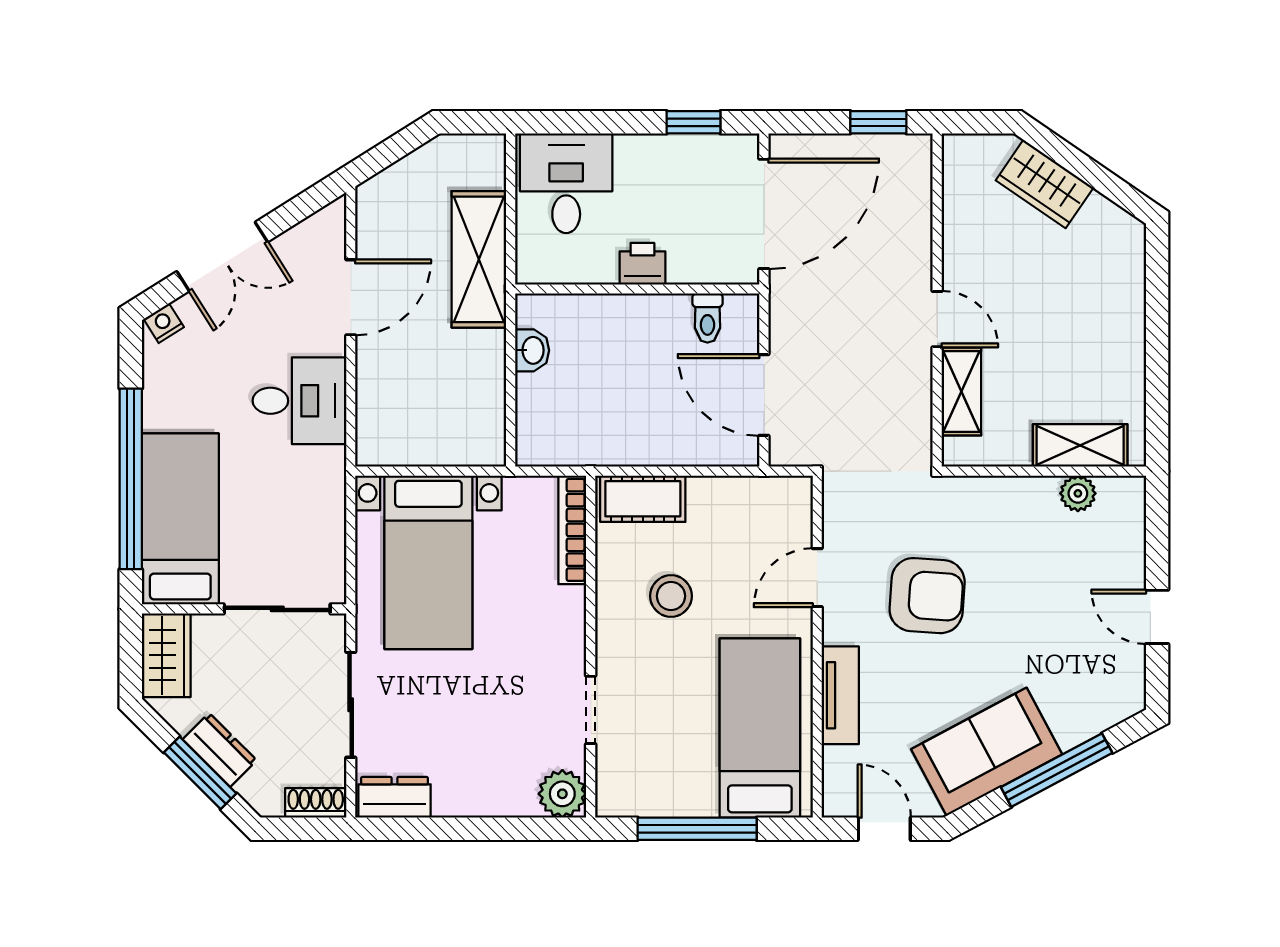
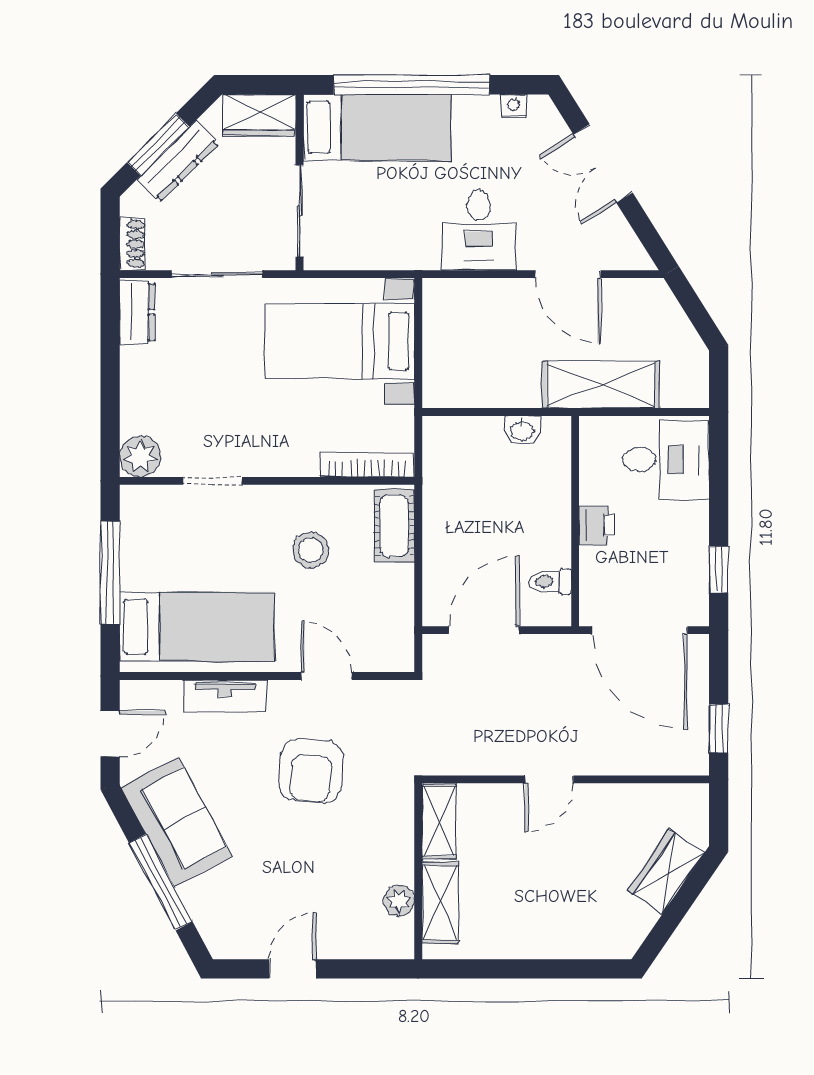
nightstand: (164, 323) -> (514, 106), moved, turned -58
shelving: (961, 392) -> (439, 821), moved, turned 90
dresser: (220, 750) -> (178, 161), width x1.44

